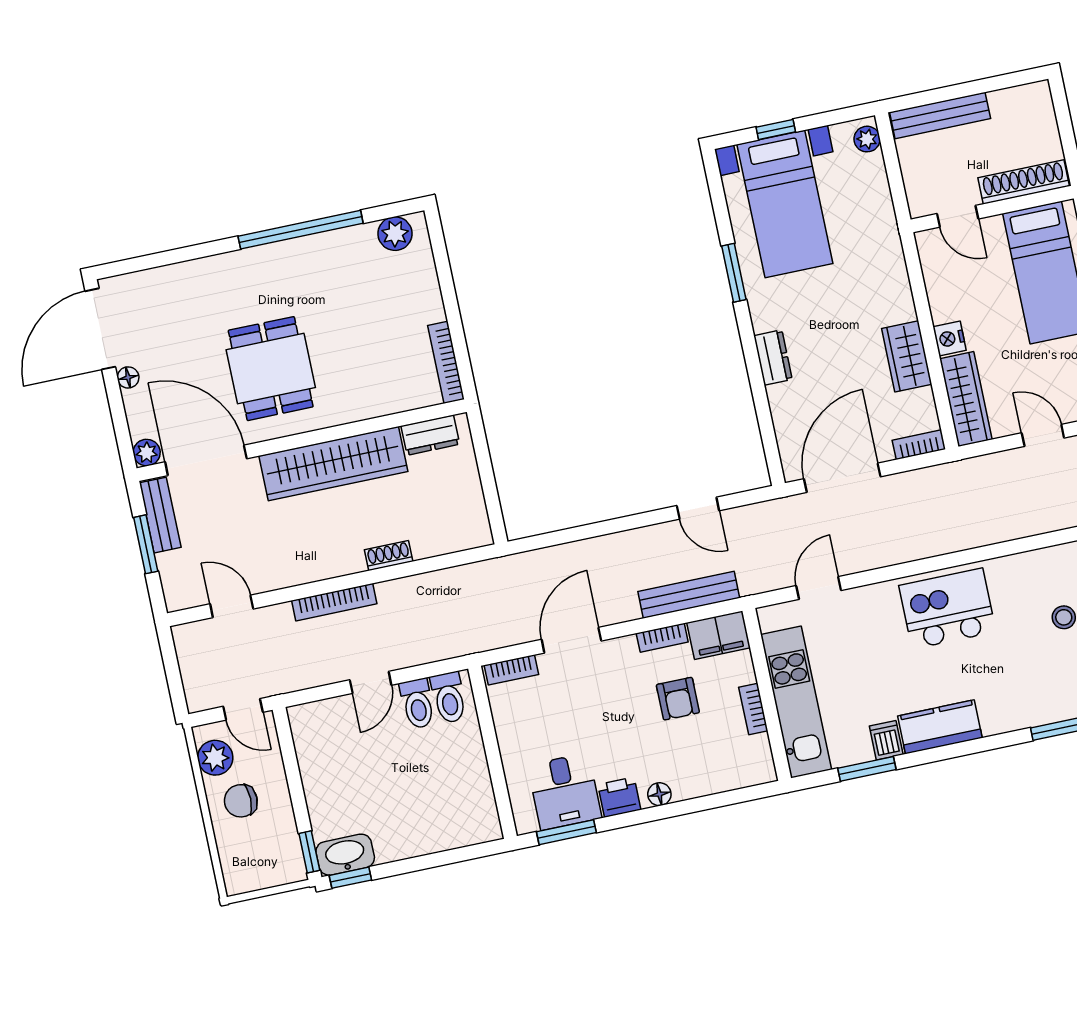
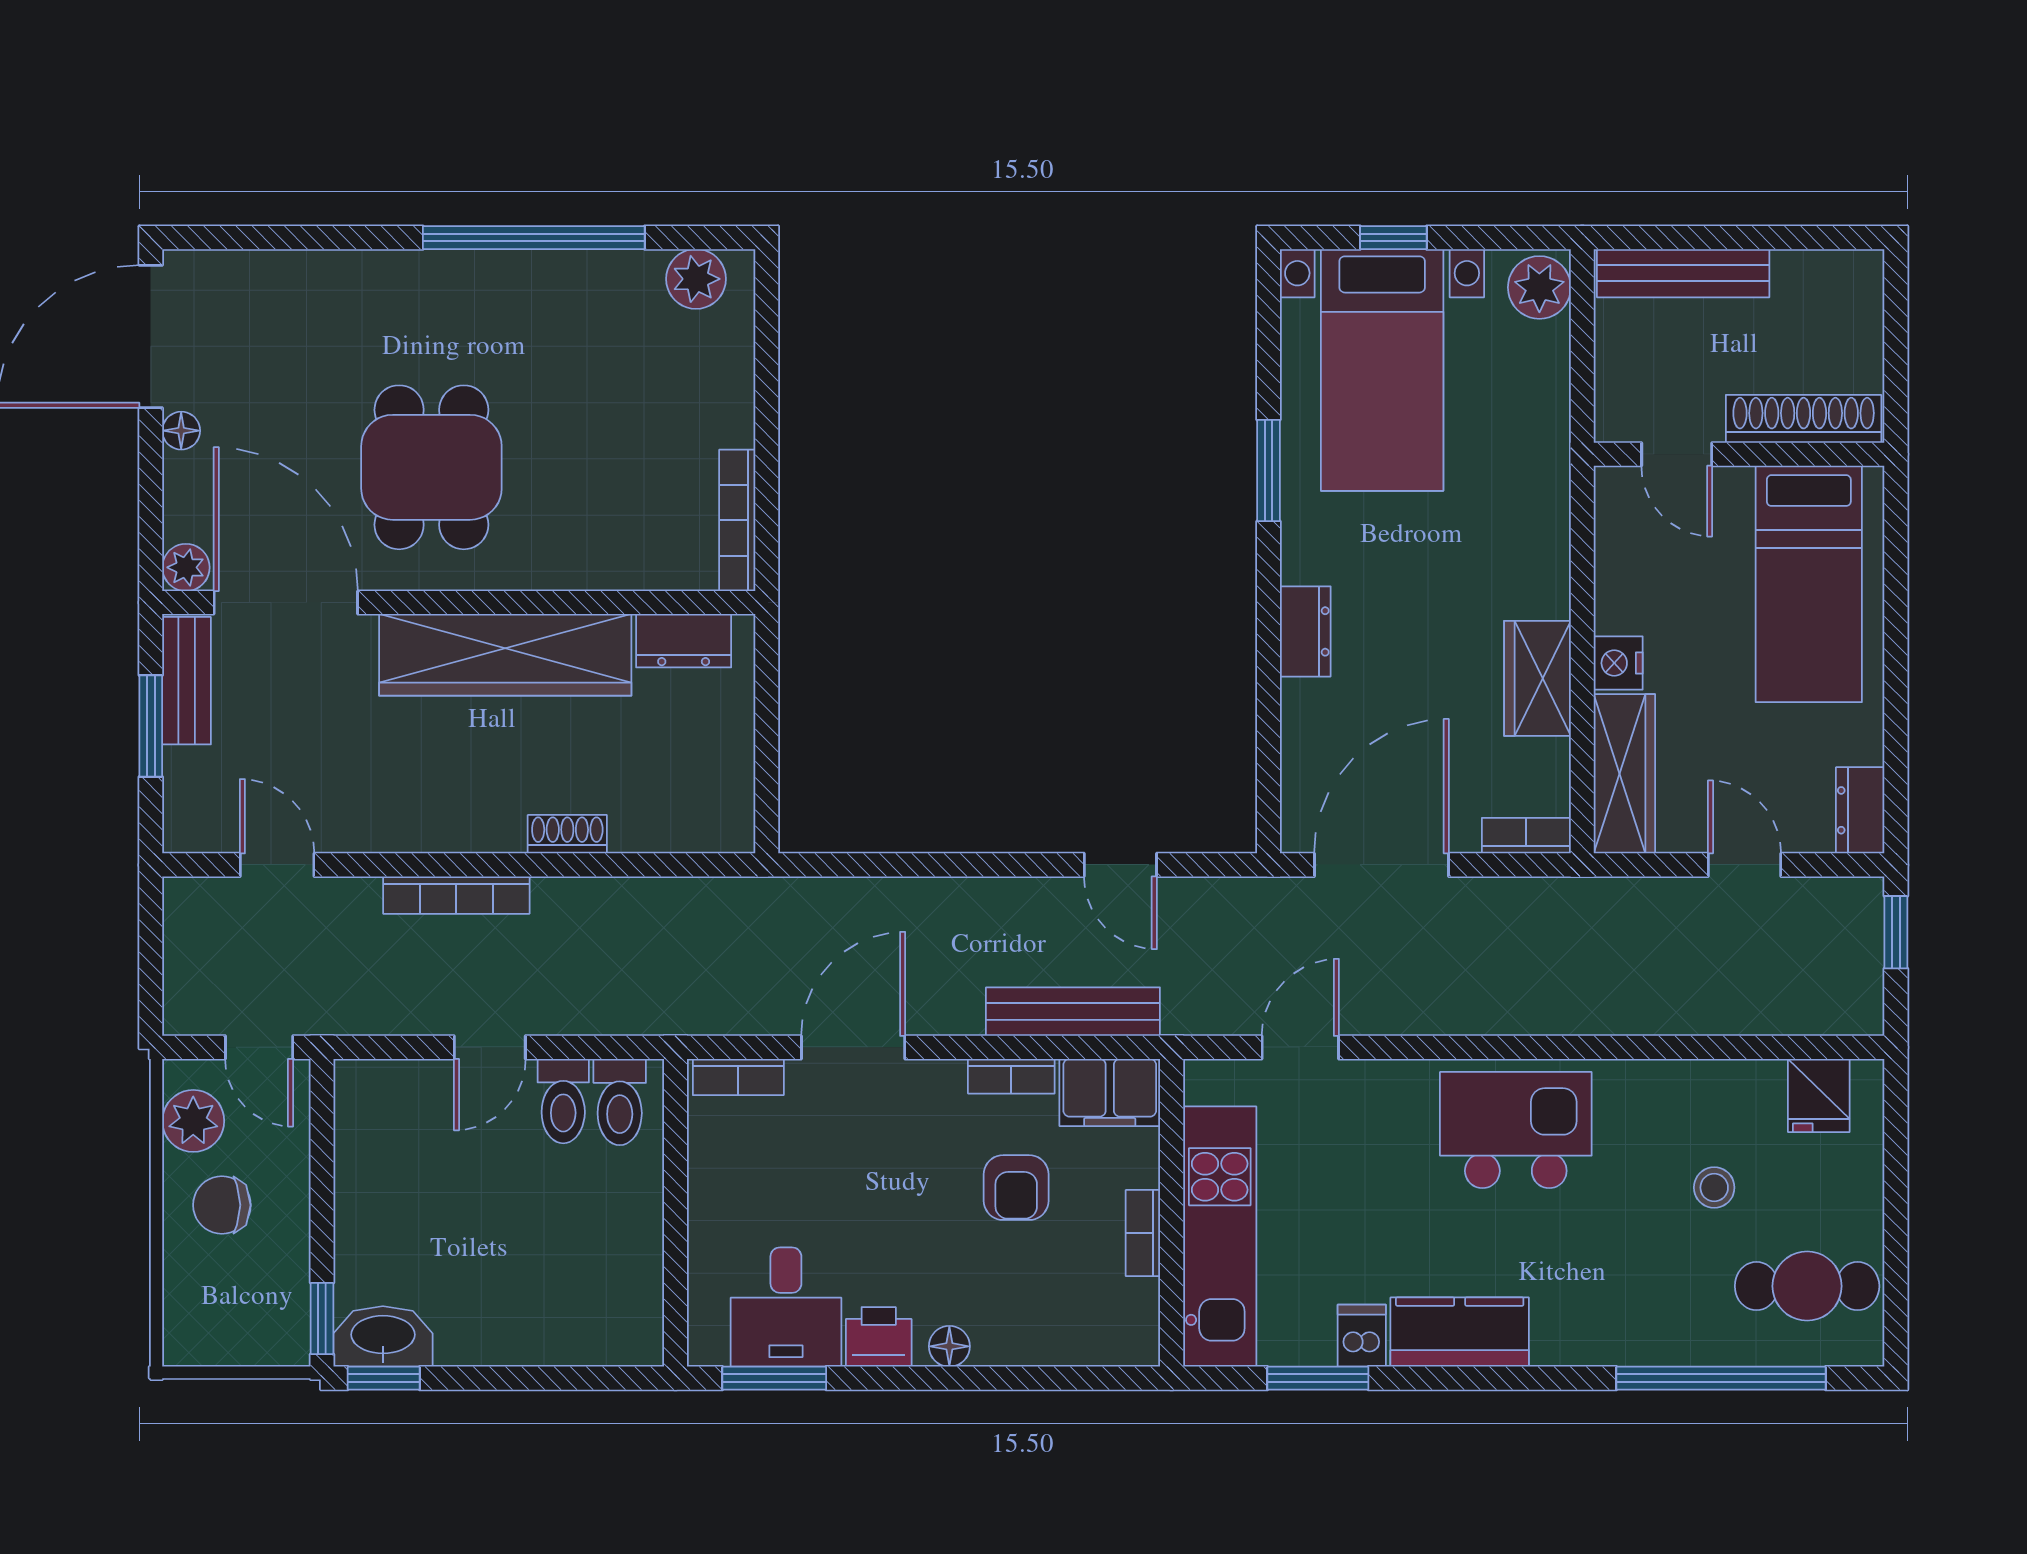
plant: (867, 139) -> (1539, 287), width x1.38, depth x1.38

